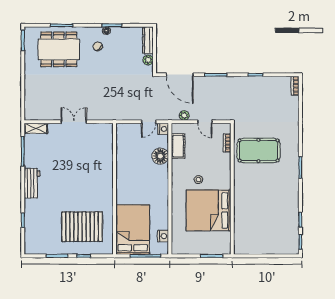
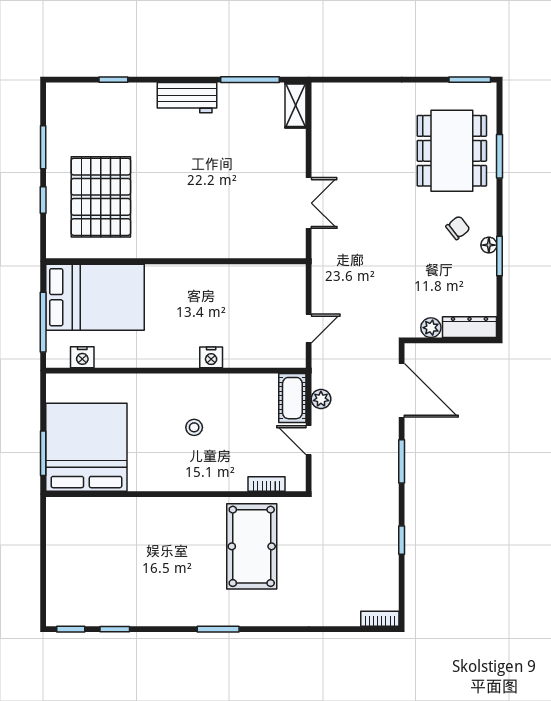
door: (180, 75) -> (402, 390), swing flipped
double door: (74, 122) -> (309, 203), moved
door: (149, 122) -> (309, 328), swing flipped
door: (205, 122) -> (309, 440), hinge flipped
nightstand: (163, 129) -> (211, 357), moved
cot: (178, 146) -> (292, 398), moved, turned 90
floor lamp: (160, 156) -> (241, 352), removed
bed: (209, 210) -> (86, 447), moved

